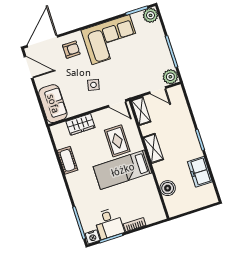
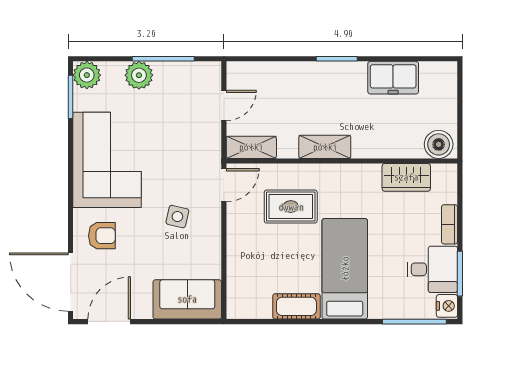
armchair: (71, 50) -> (102, 236), turned 90
plant: (170, 77) -> (139, 75), moved
wardrobe: (81, 124) -> (406, 177), moved, turned 90
bed: (123, 170) -> (345, 269), moved, turned 180
boiler: (168, 188) -> (439, 144), moved

